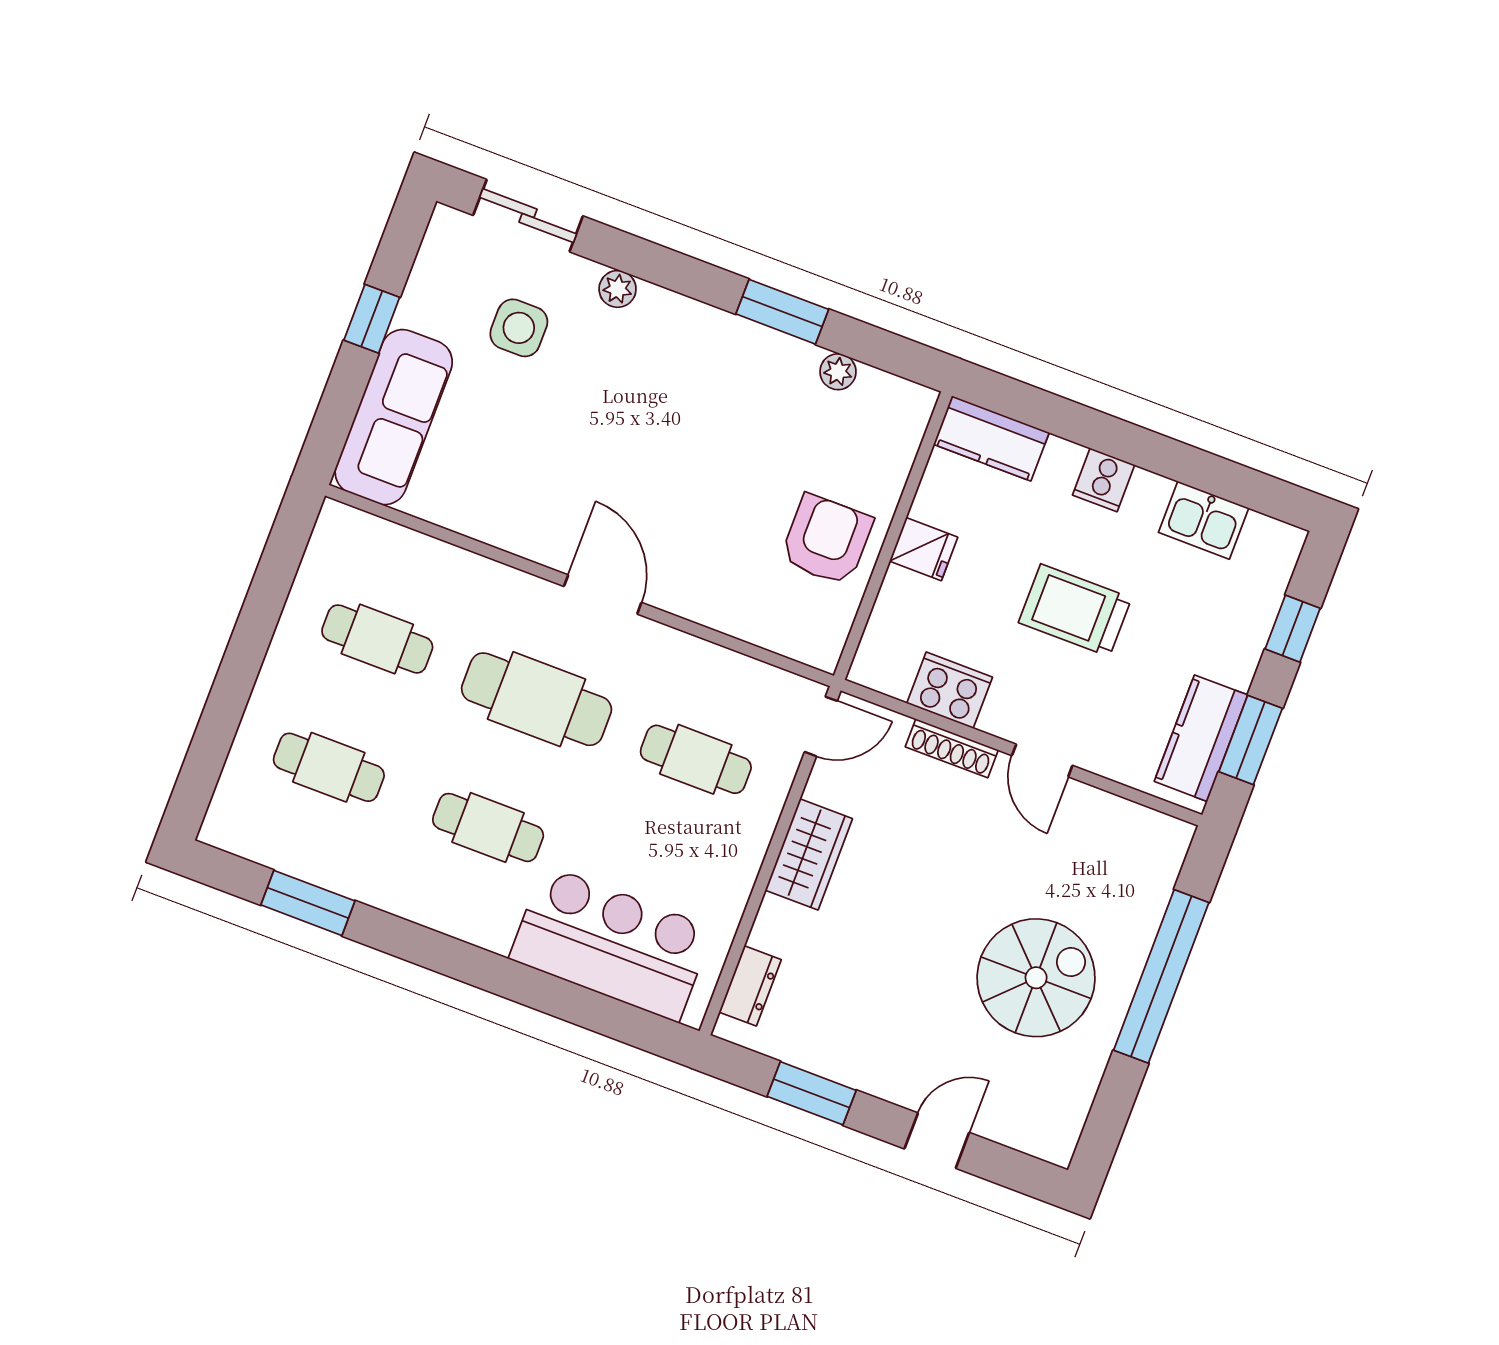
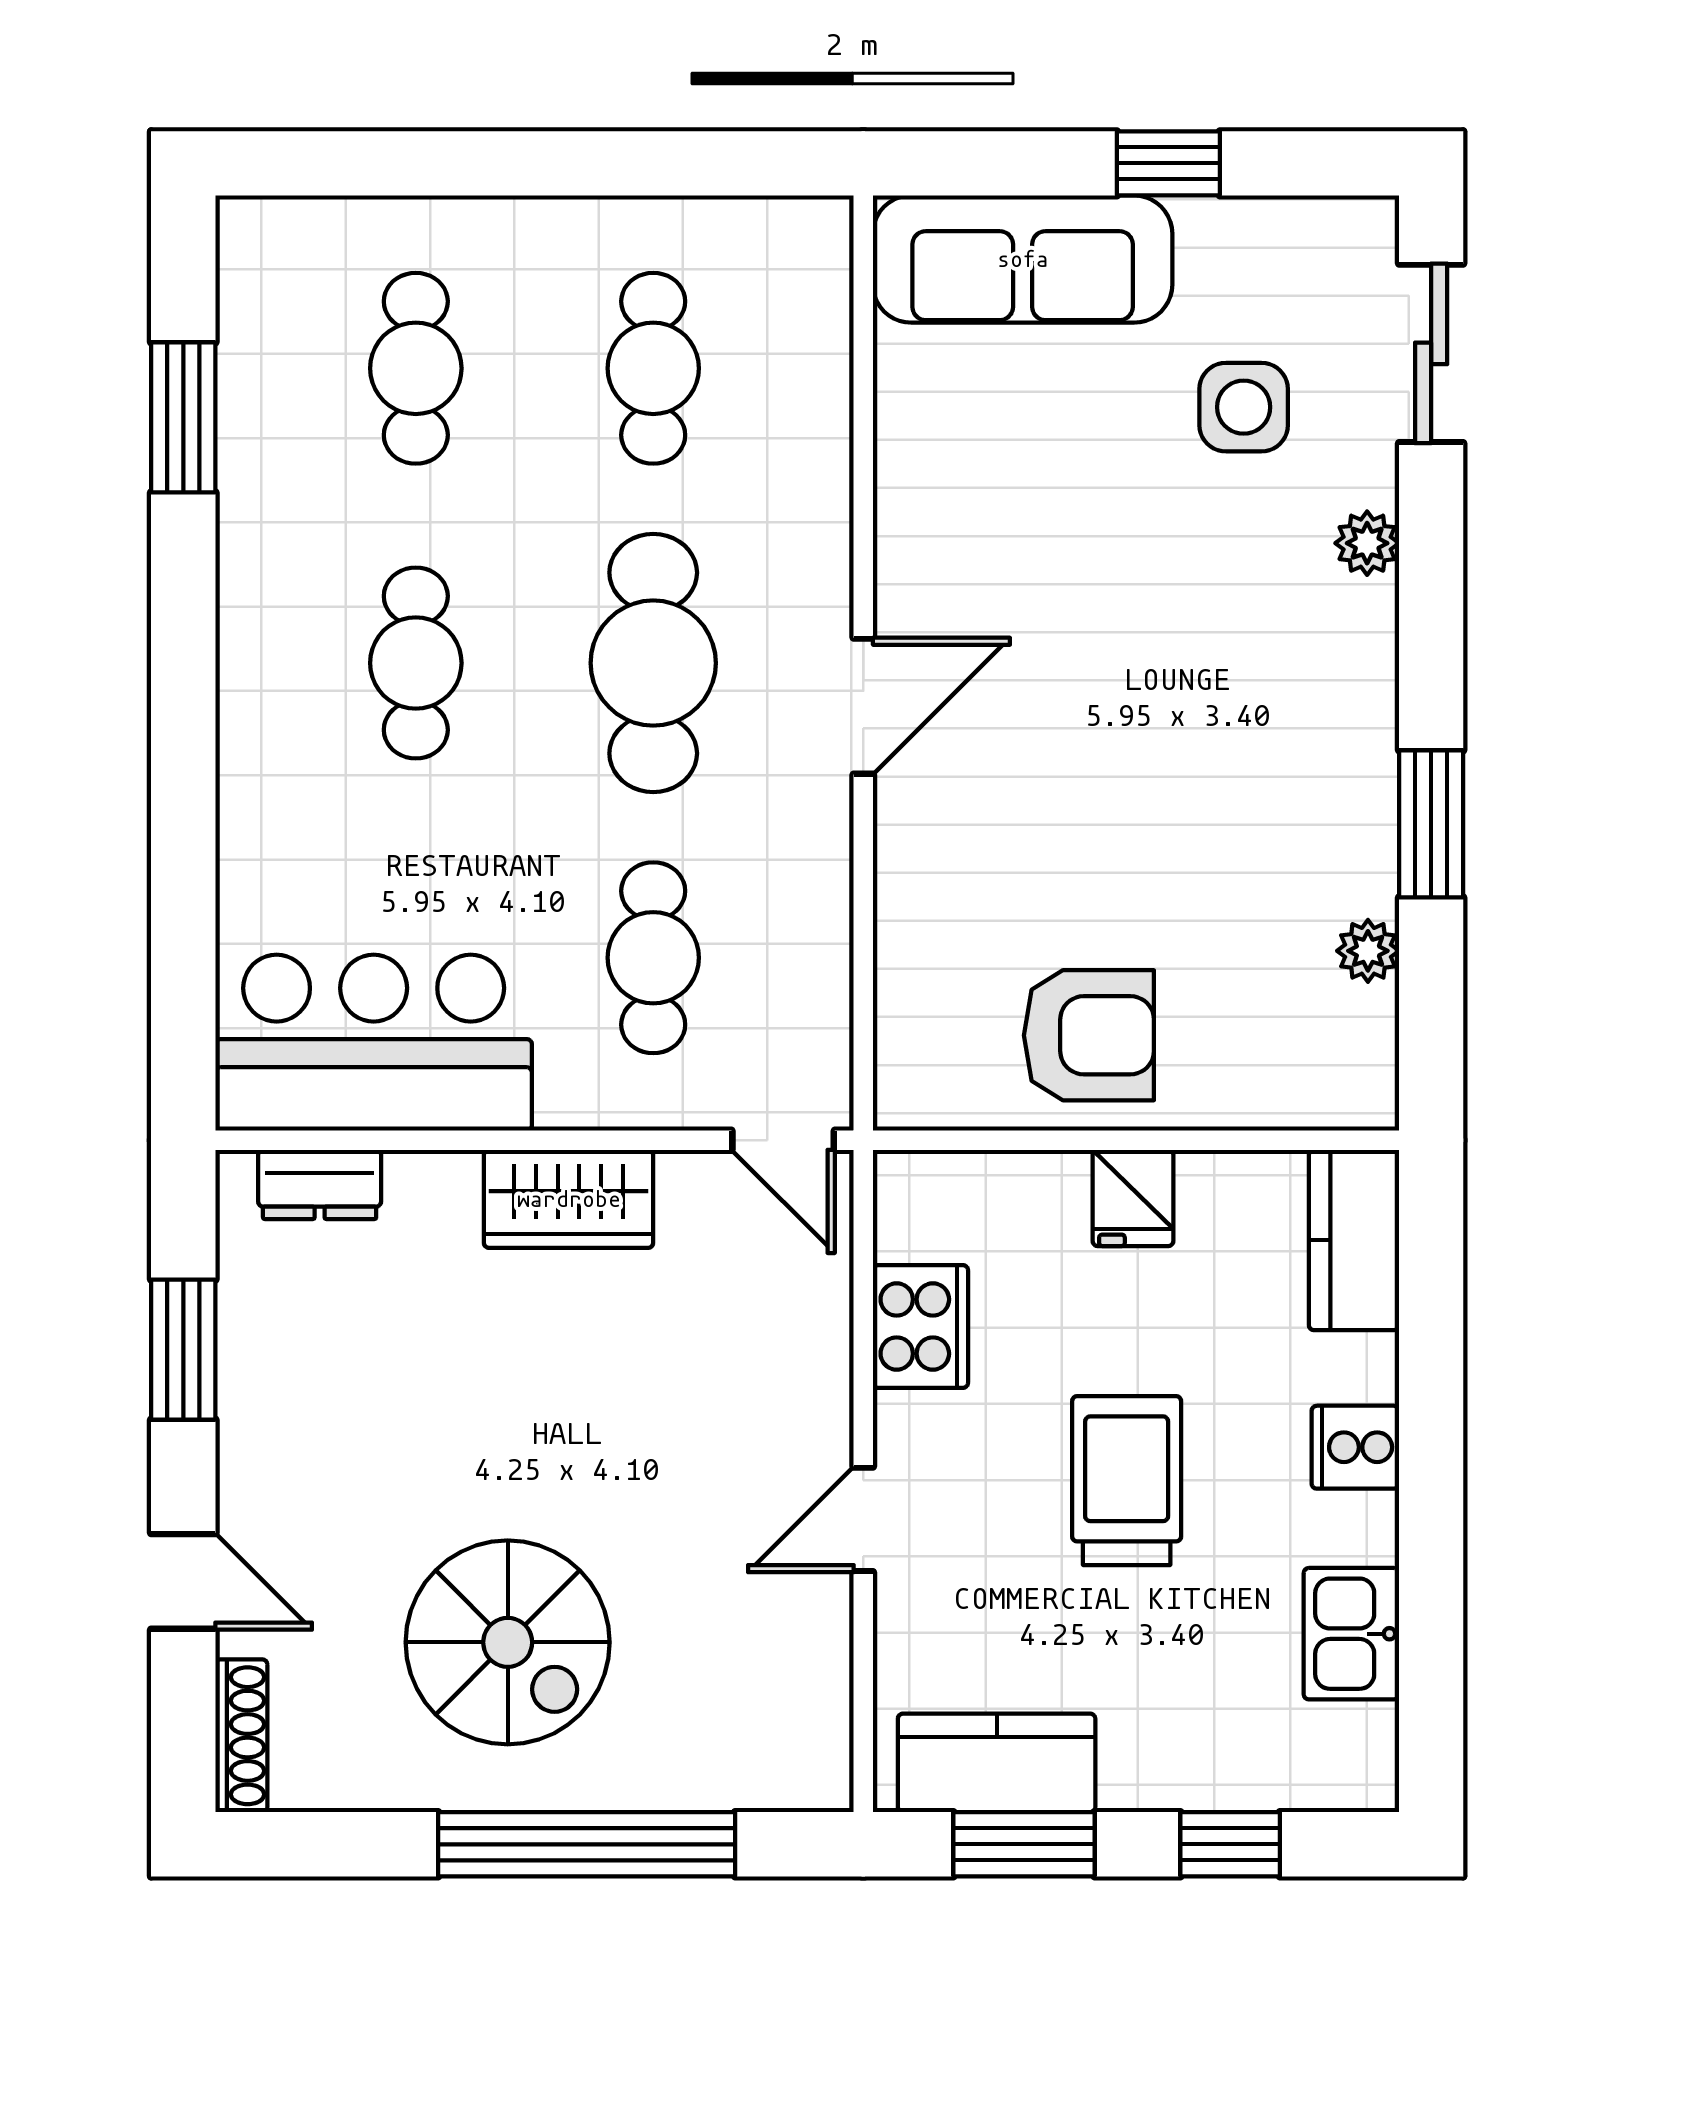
shoe rack: (952, 748) -> (241, 1736), moved, turned 180
bar counter: (611, 943) -> (374, 1043), moved, turned -90

